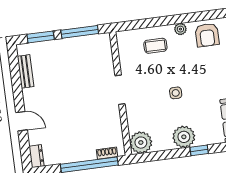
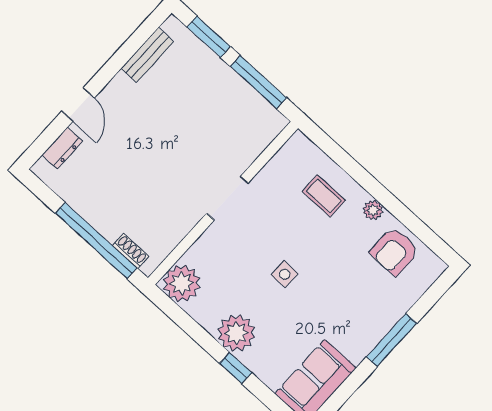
dresser: (36, 156) -> (62, 148), moved

